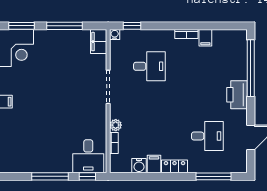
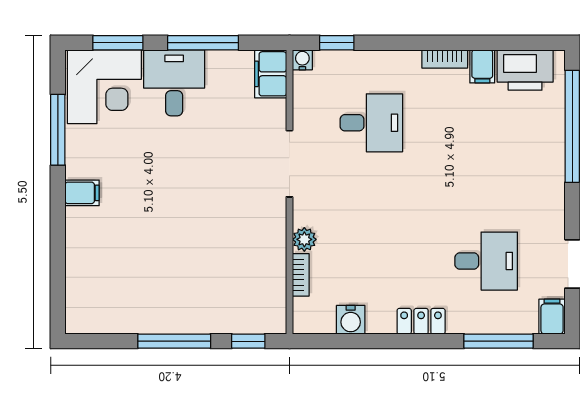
printer: (237, 95) -> (525, 70), moved, turned -90
desk: (88, 156) -> (174, 83), moved, turned 180
filing cabinet: (154, 164) -> (552, 317), moved

